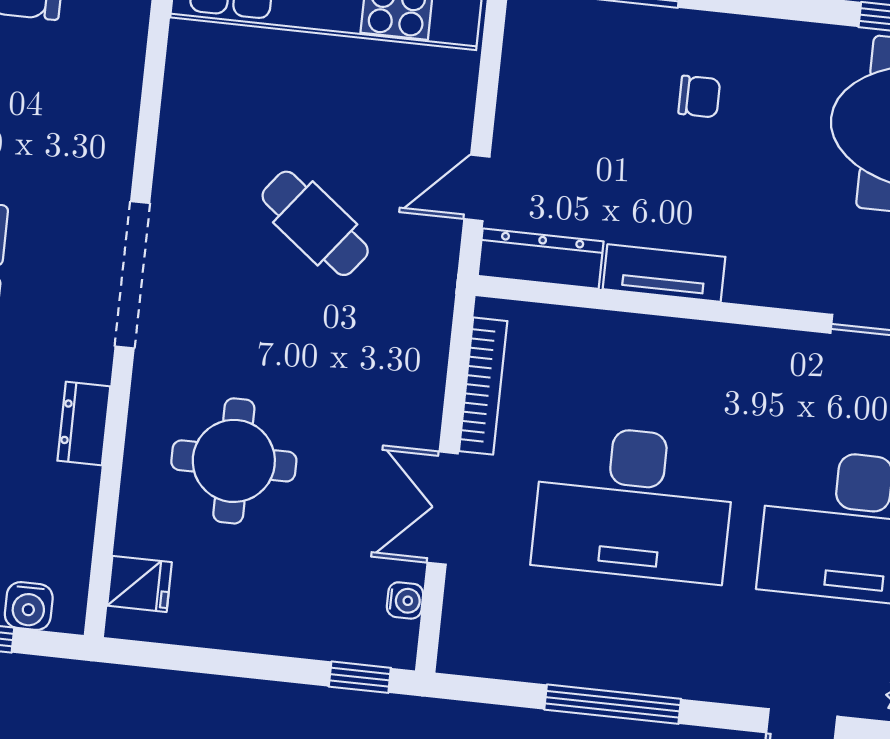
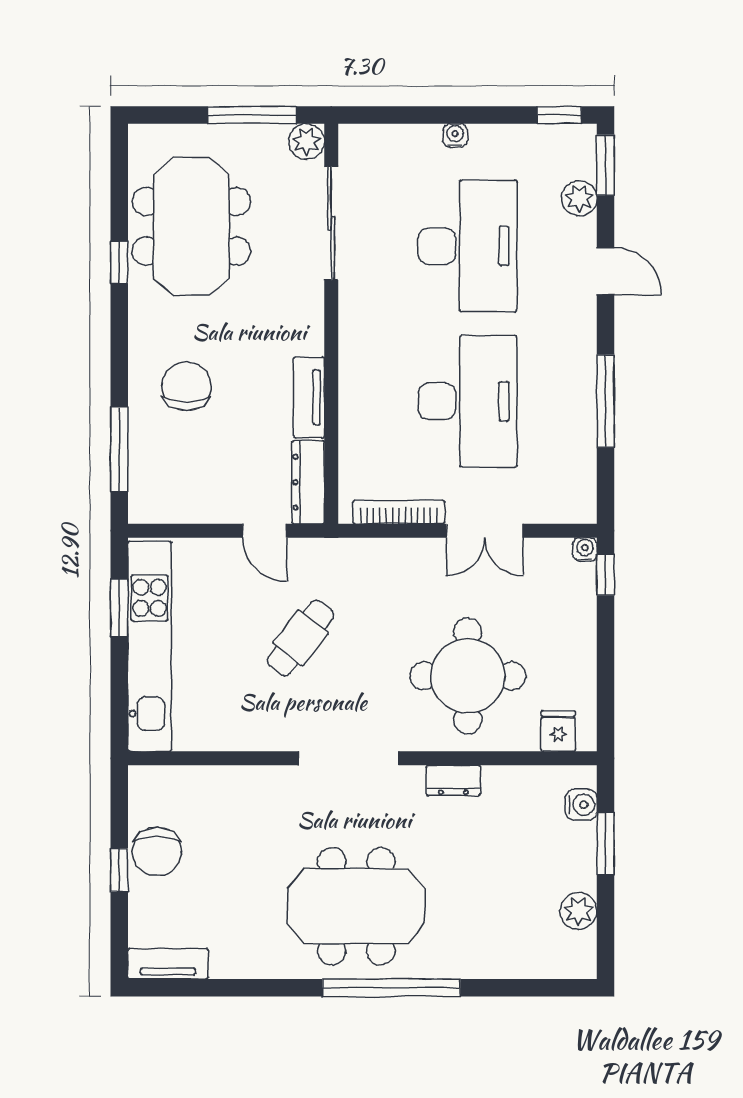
chair: (699, 97) -> (187, 386), width x1.87, depth x1.87
round table: (234, 461) -> (468, 676), width x1.36, depth x1.36
water cooler: (405, 600) -> (585, 550), moved

